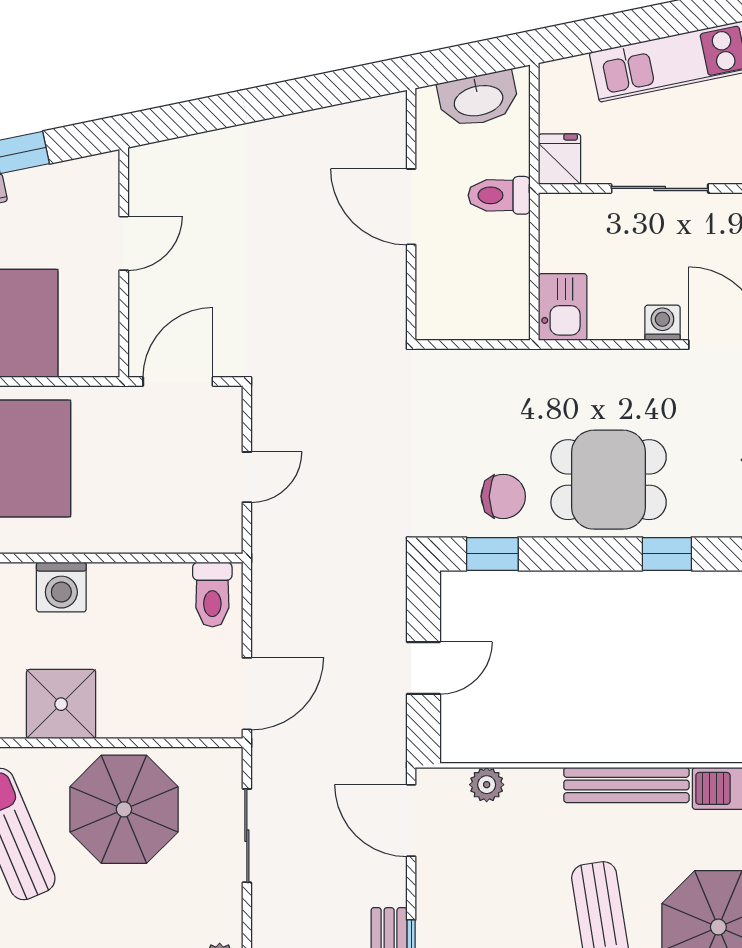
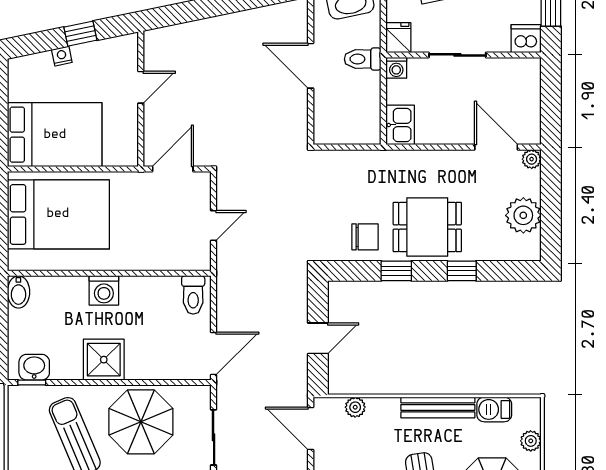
washing machine: (662, 323) -> (396, 68), moved, turned 180
window: (492, 554) -> (396, 271), moved

